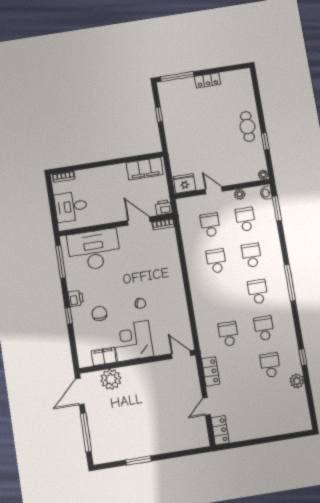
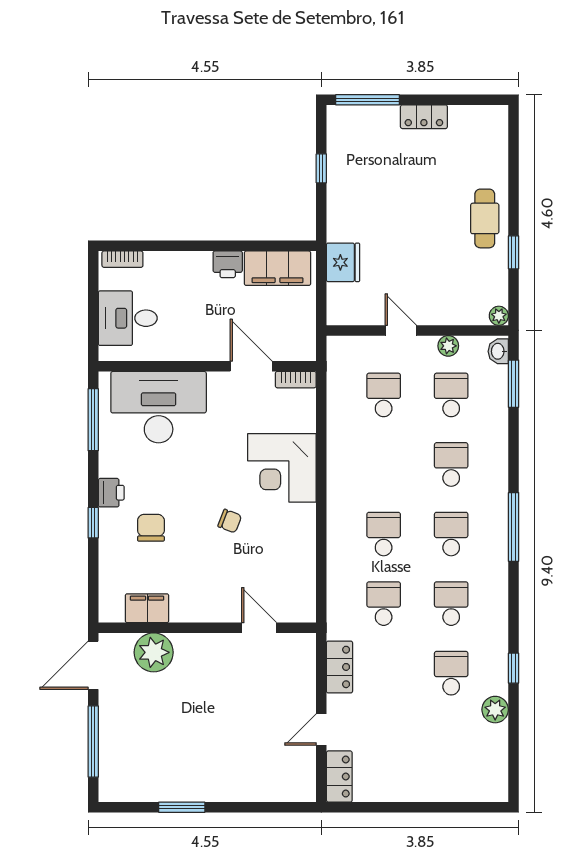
fridge: (185, 184) -> (343, 262), moved, turned 90
printer: (164, 207) -> (228, 264), moved, turned 180
school desk: (216, 261) -> (384, 534), moved
corner desk: (133, 341) -> (282, 468), moved, turned -90
door: (181, 355) -> (259, 628), moved

